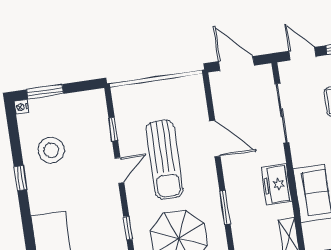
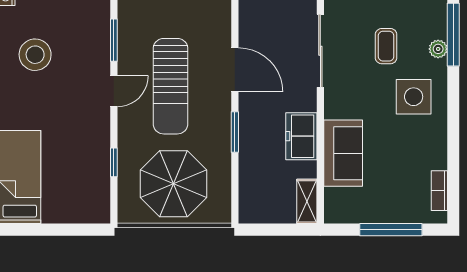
window: (113, 129) -> (114, 40), width x1.50
window: (225, 208) -> (235, 132), moved

